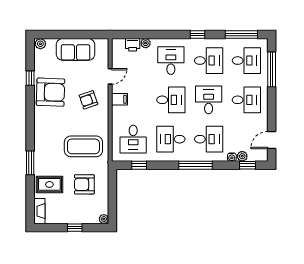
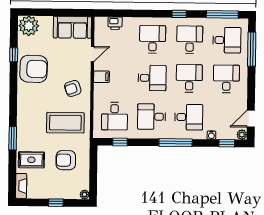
plant: (146, 43) -> (128, 22), removed
plant: (40, 44) -> (29, 26), width x1.87, depth x1.87
sofa: (75, 49) -> (72, 27), moved
desk: (209, 61) -> (190, 40), turned -90
armchair: (88, 100) -> (73, 88), moved
desk: (246, 100) -> (226, 79), turned -90
plant: (242, 156) -> (242, 135), moved

